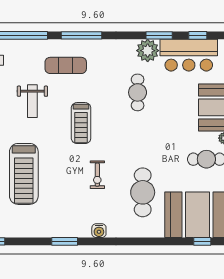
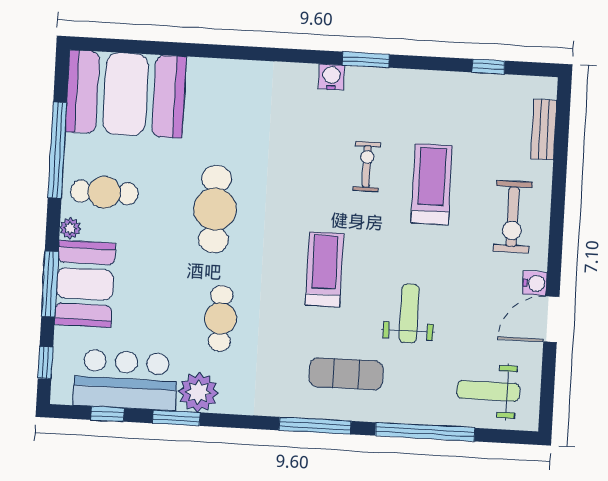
treadmill: (24, 174) -> (432, 184), width x0.73, depth x0.73
exercise bike: (97, 175) -> (367, 166), moved
cafe table: (143, 192) -> (215, 209), moved
water cooler: (99, 231) -> (331, 77), moved
window: (202, 241) -> (120, 46), removed

